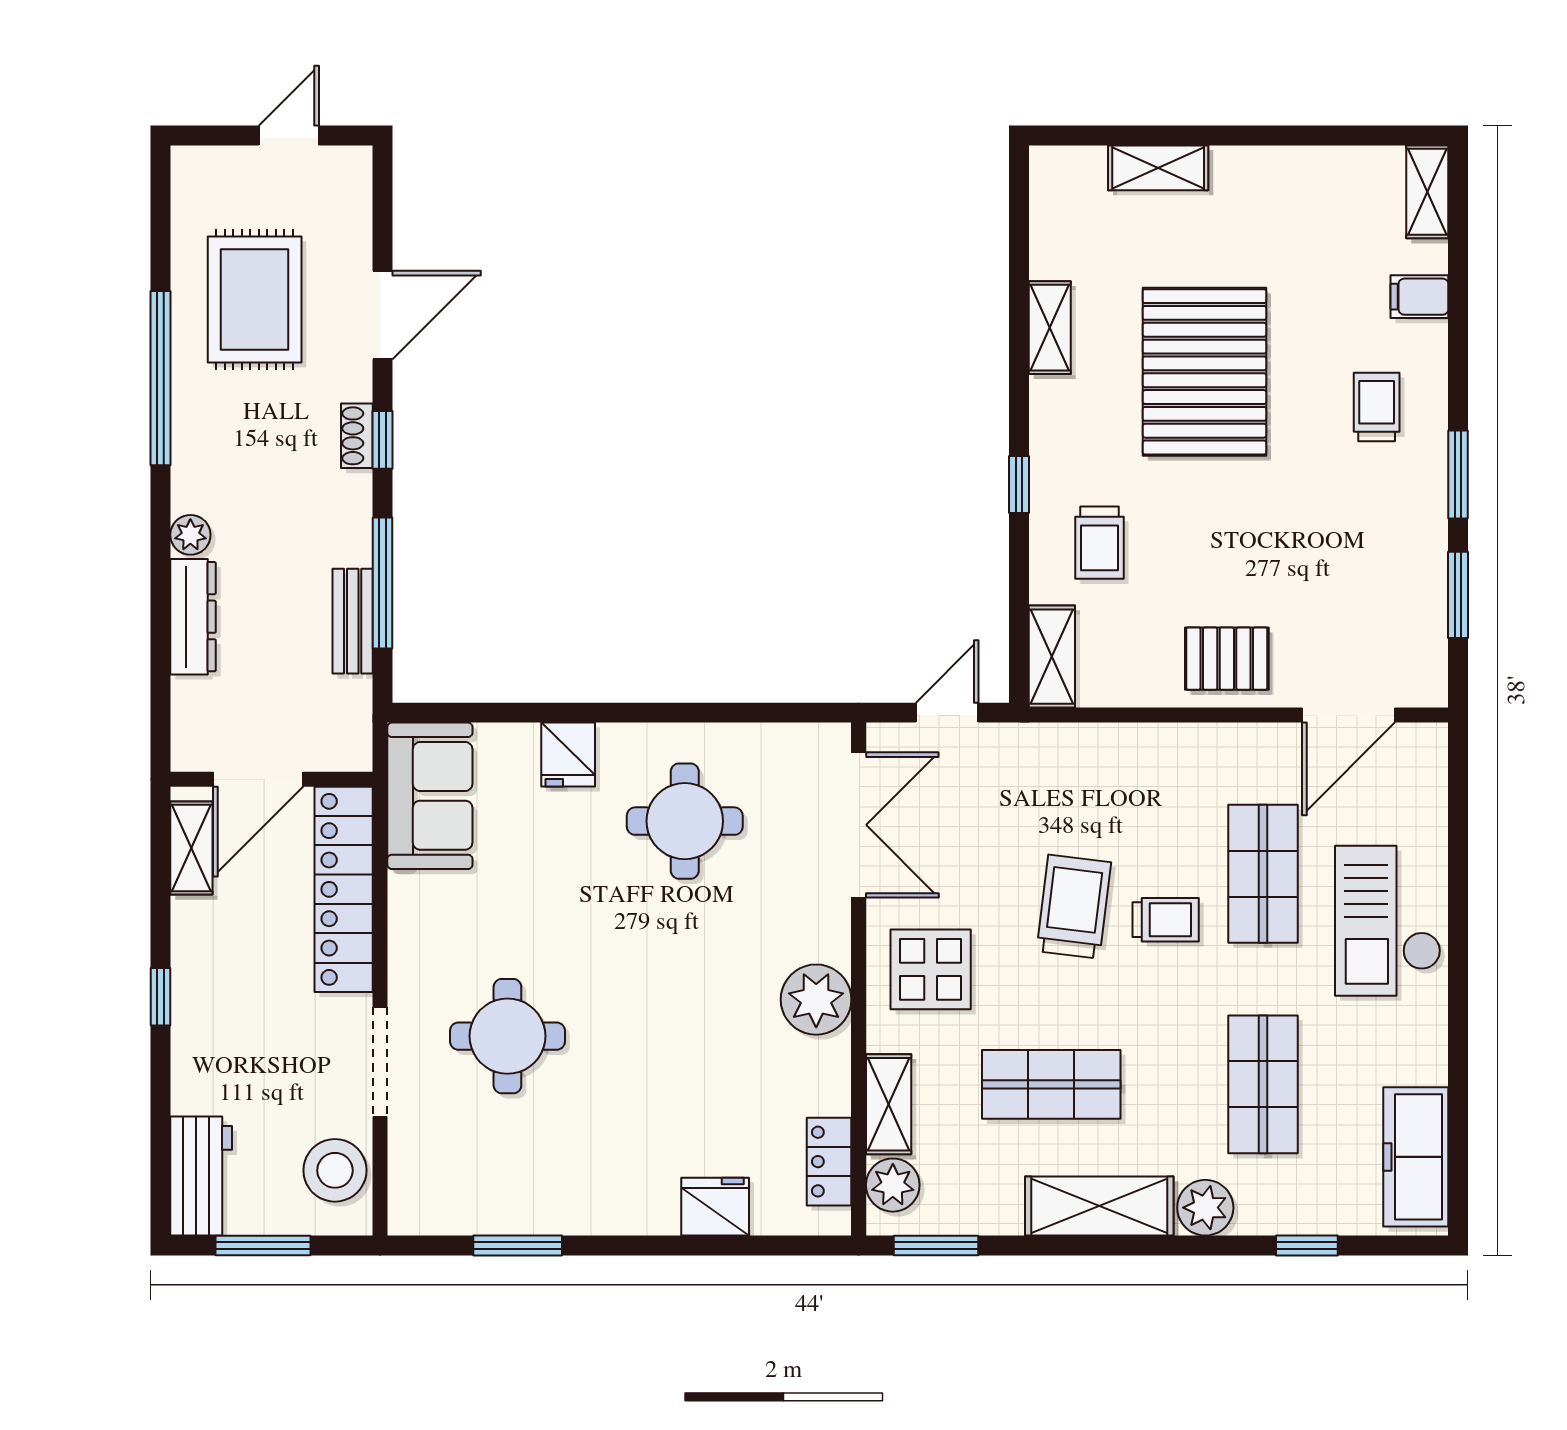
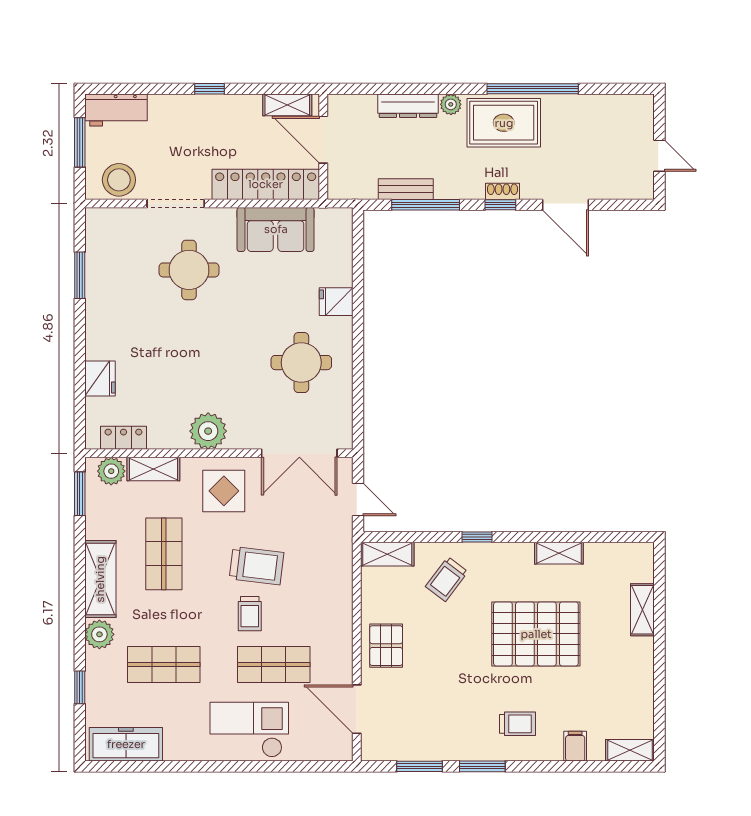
rug: (255, 299) -> (504, 123), moved
trolley: (1100, 543) -> (447, 579), turned -53
sofa: (430, 796) -> (276, 229), moved

